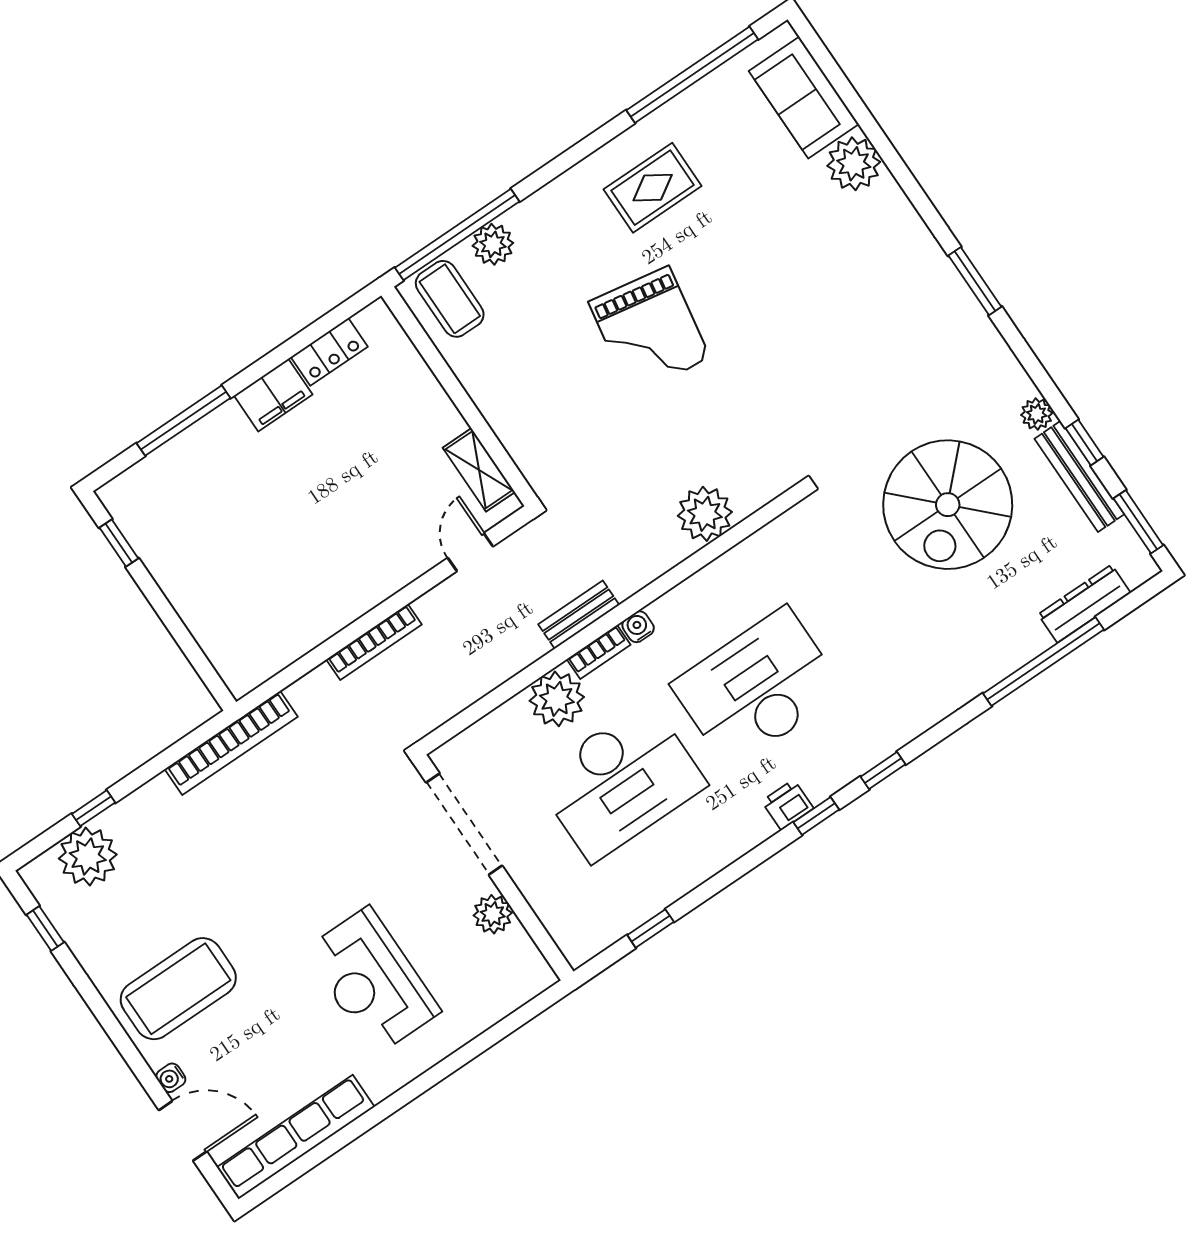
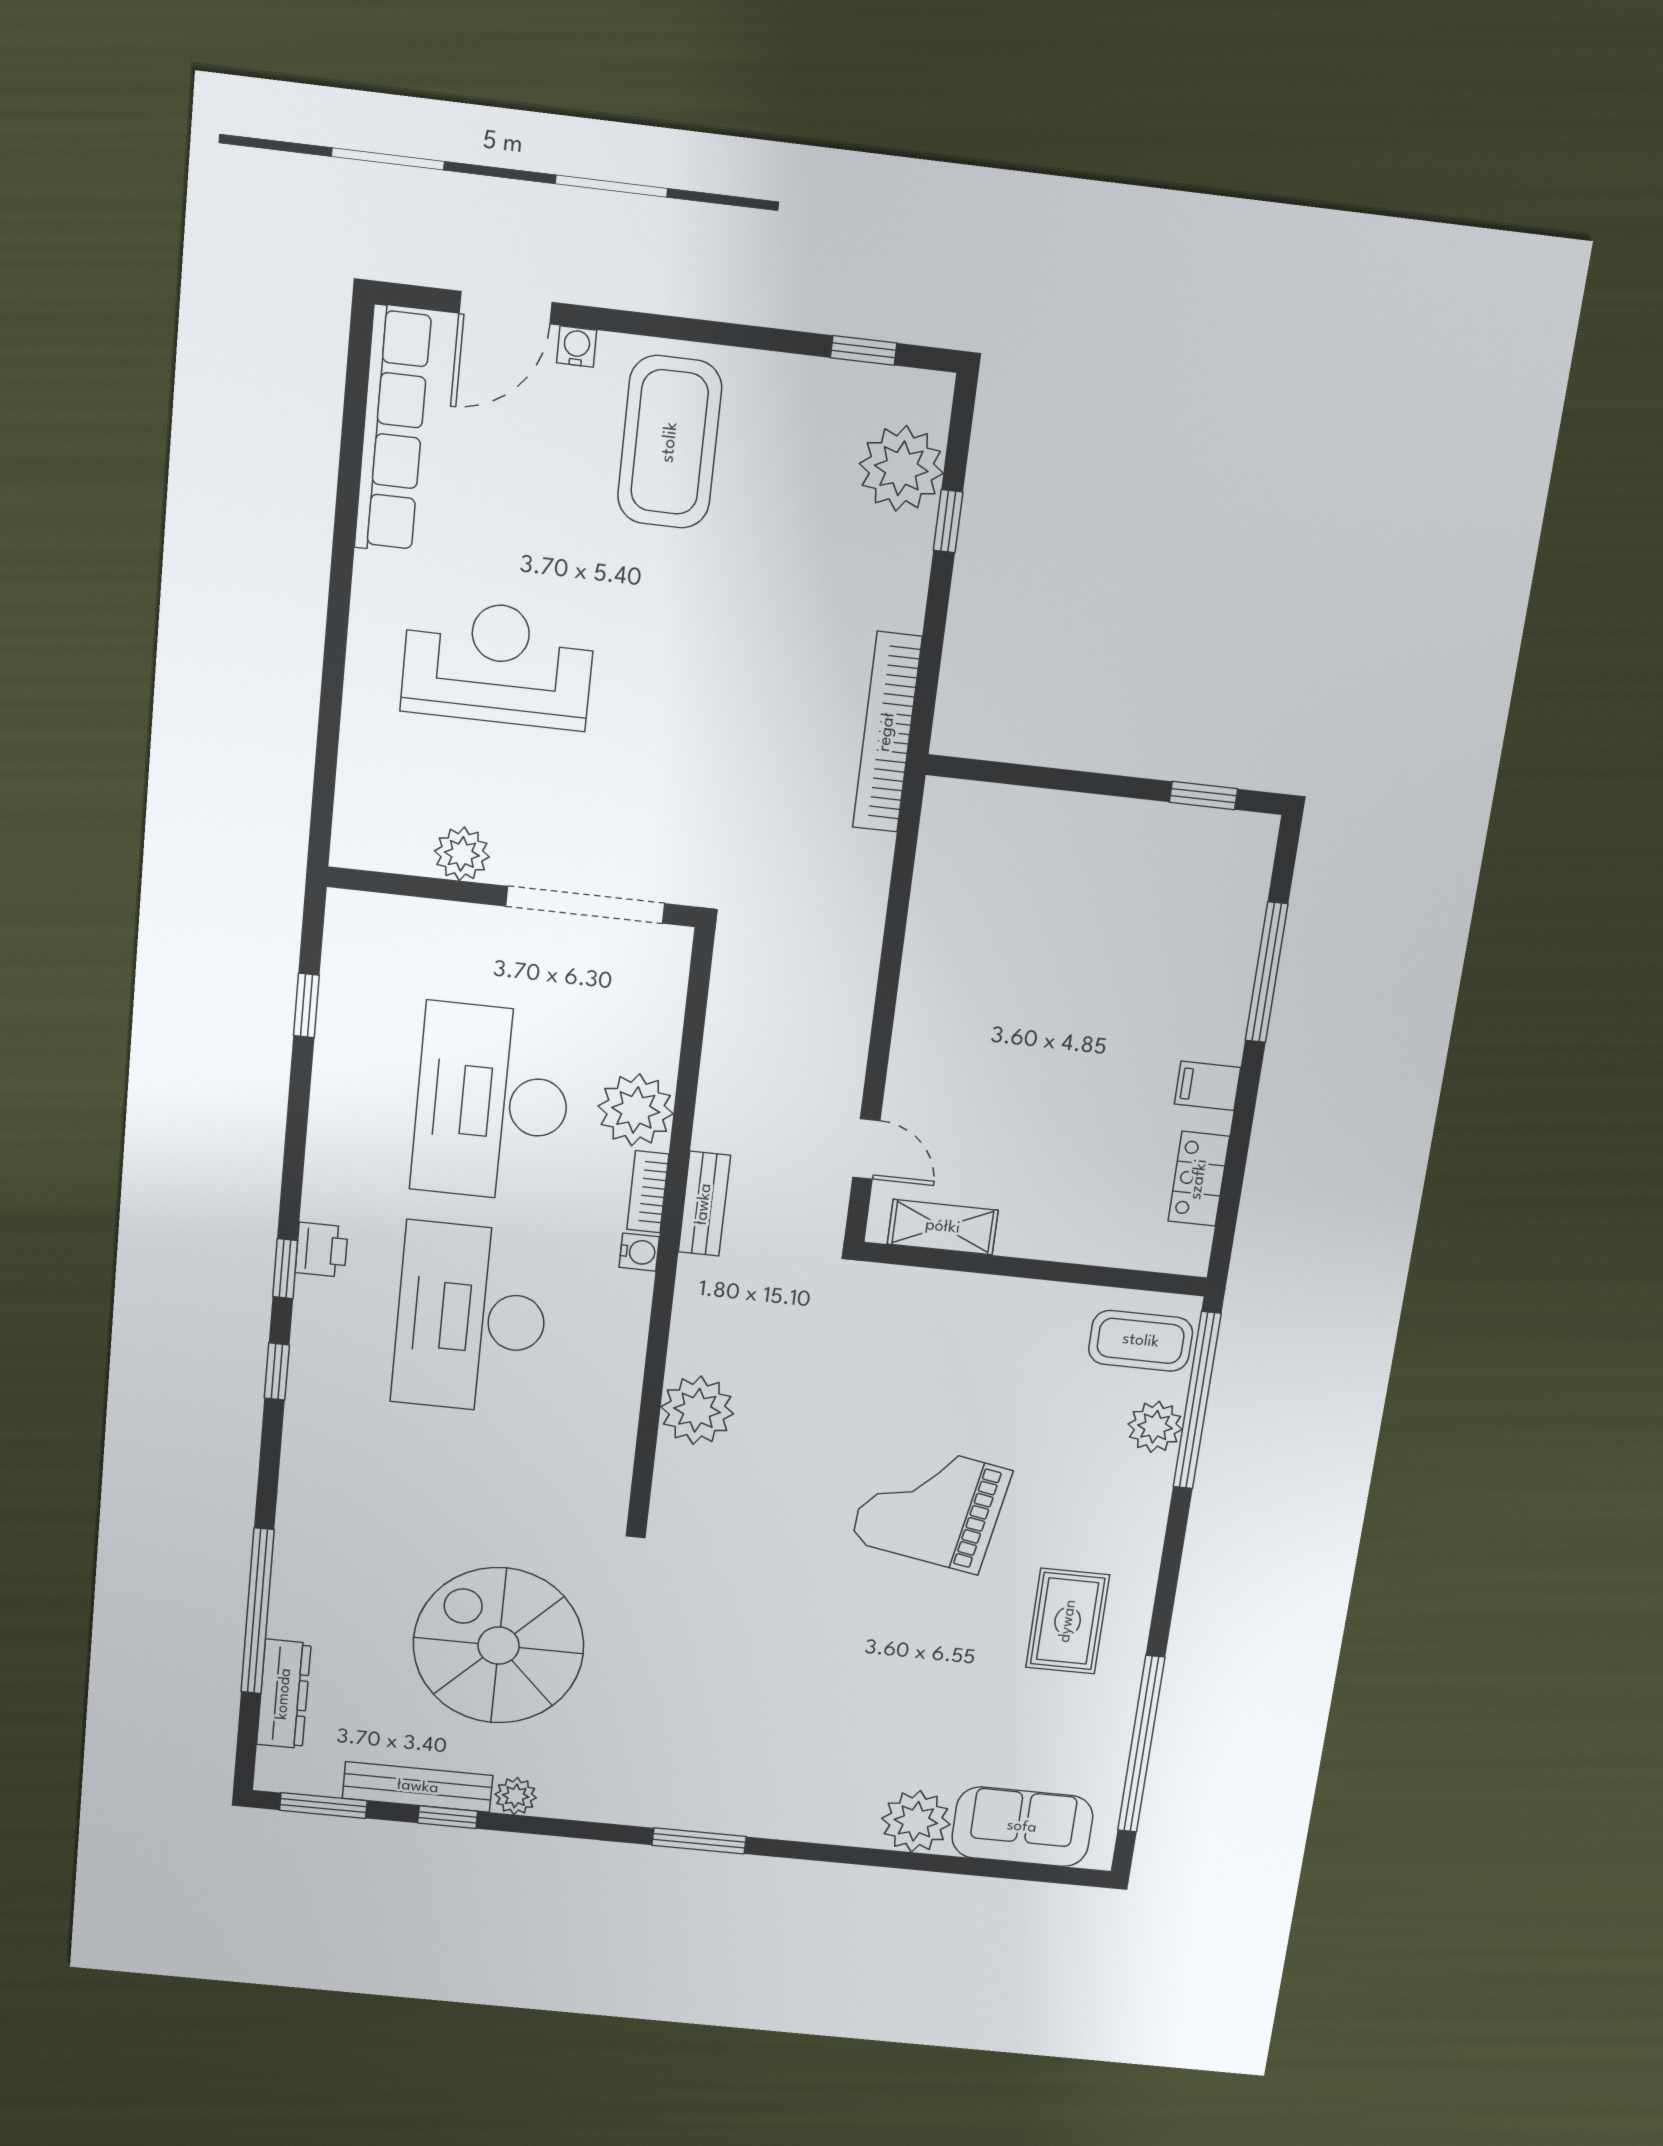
filing cabinet: (273, 395) -> (1208, 1086), width x0.50
bookcase: (374, 642) -> (861, 973), removed
desk: (758, 688) -> (471, 1318), turned 180

